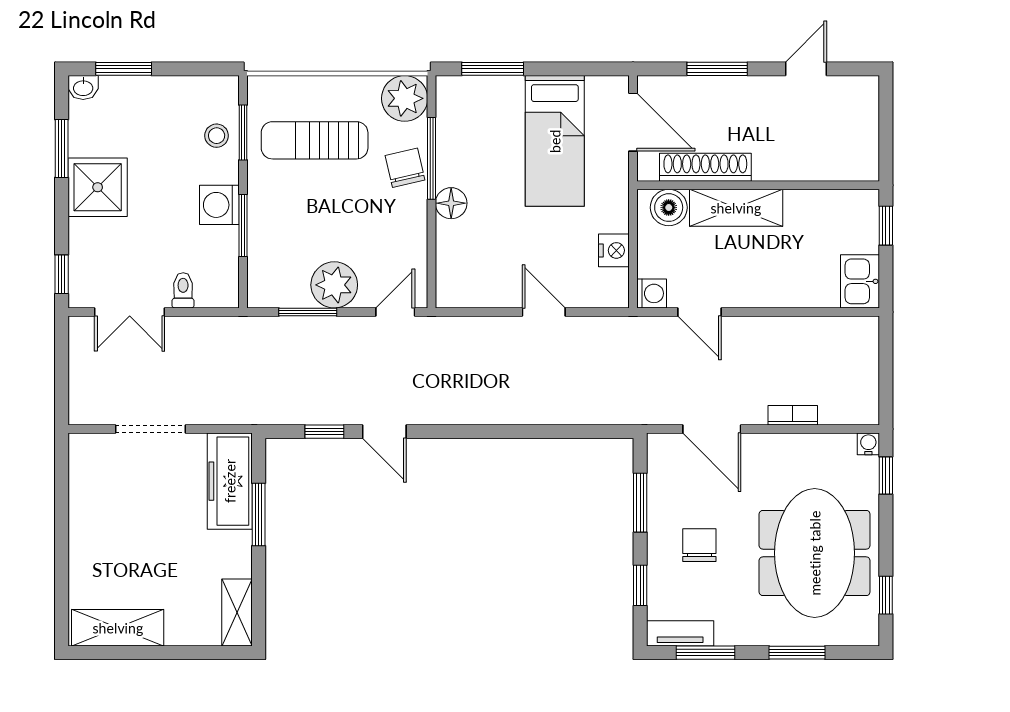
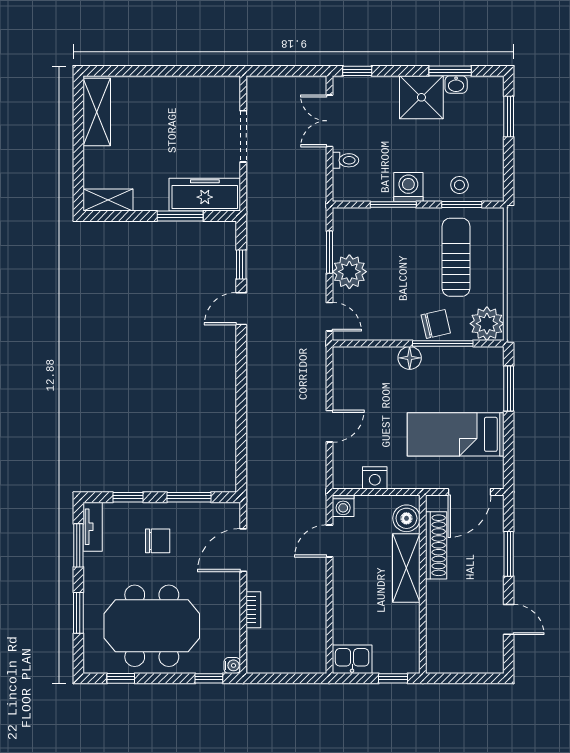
washbasin: (83, 87) -> (456, 85), moved, turned -90

